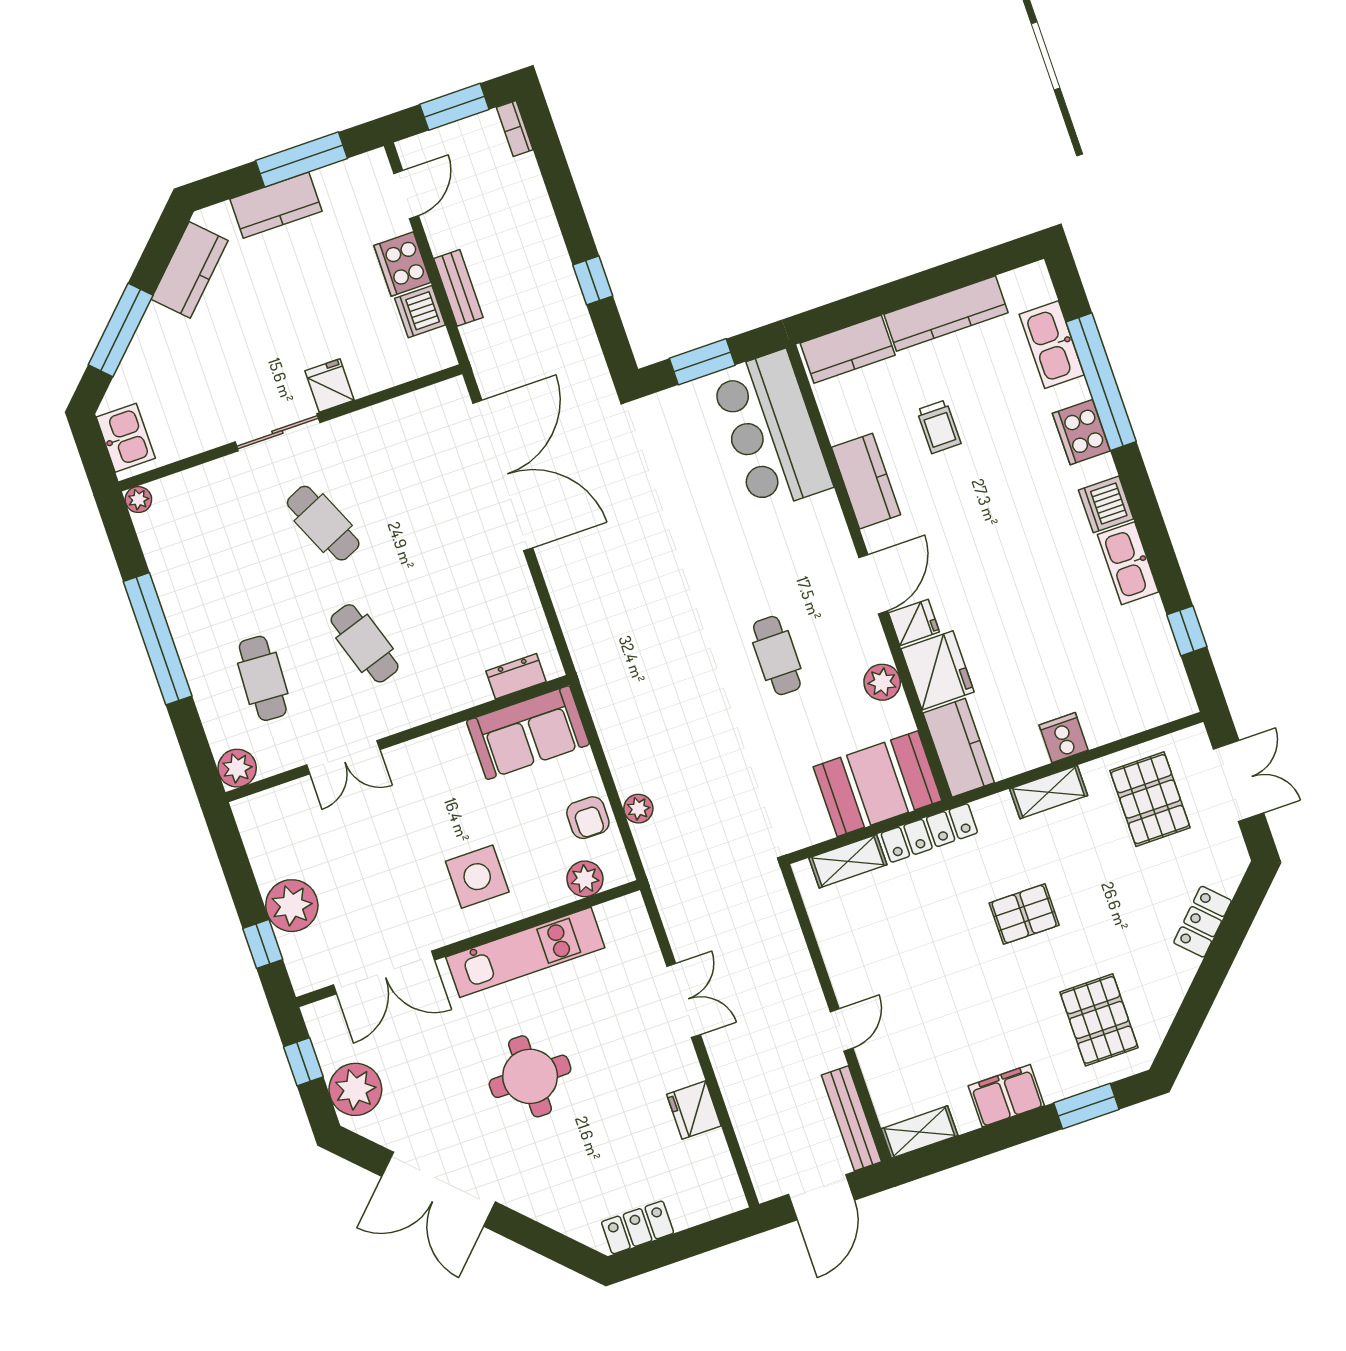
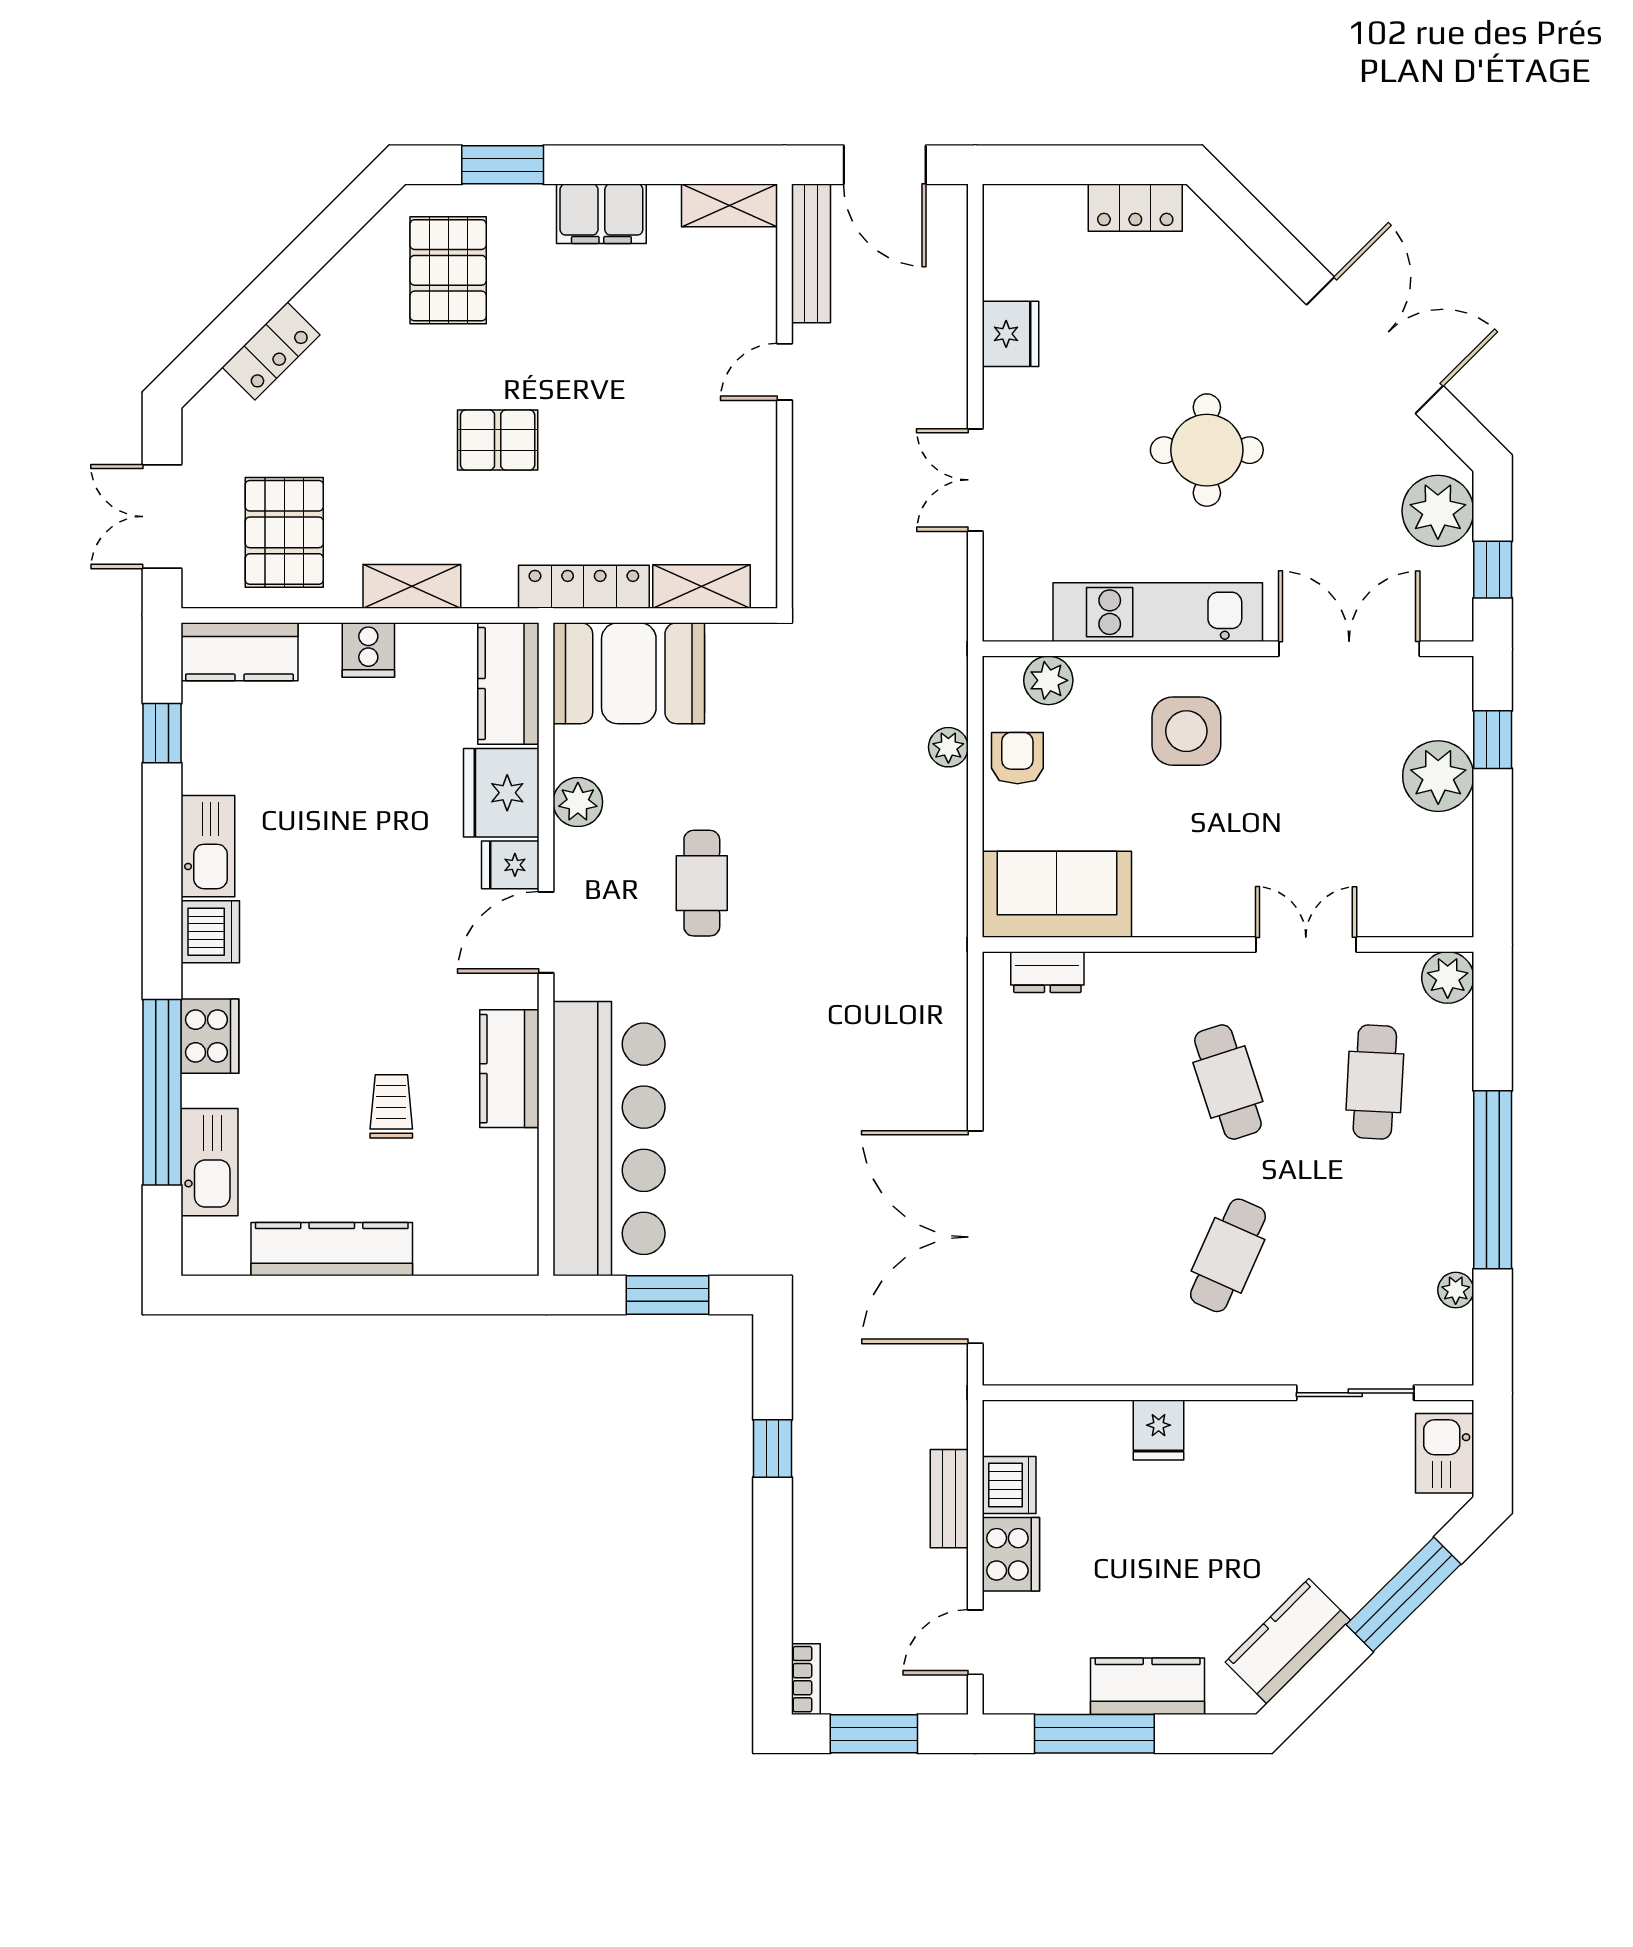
kitchen counter: (848, 349) -> (239, 652), moved, turned 180
bar counter: (771, 431) -> (609, 1139), width x1.36
sliding door: (277, 432) -> (1355, 1393), moved
plant: (138, 500) -> (1456, 1290), moved
cafe table: (323, 523) -> (1228, 1255), turned 48
door: (821, 1197) -> (885, 165), swing flipped

